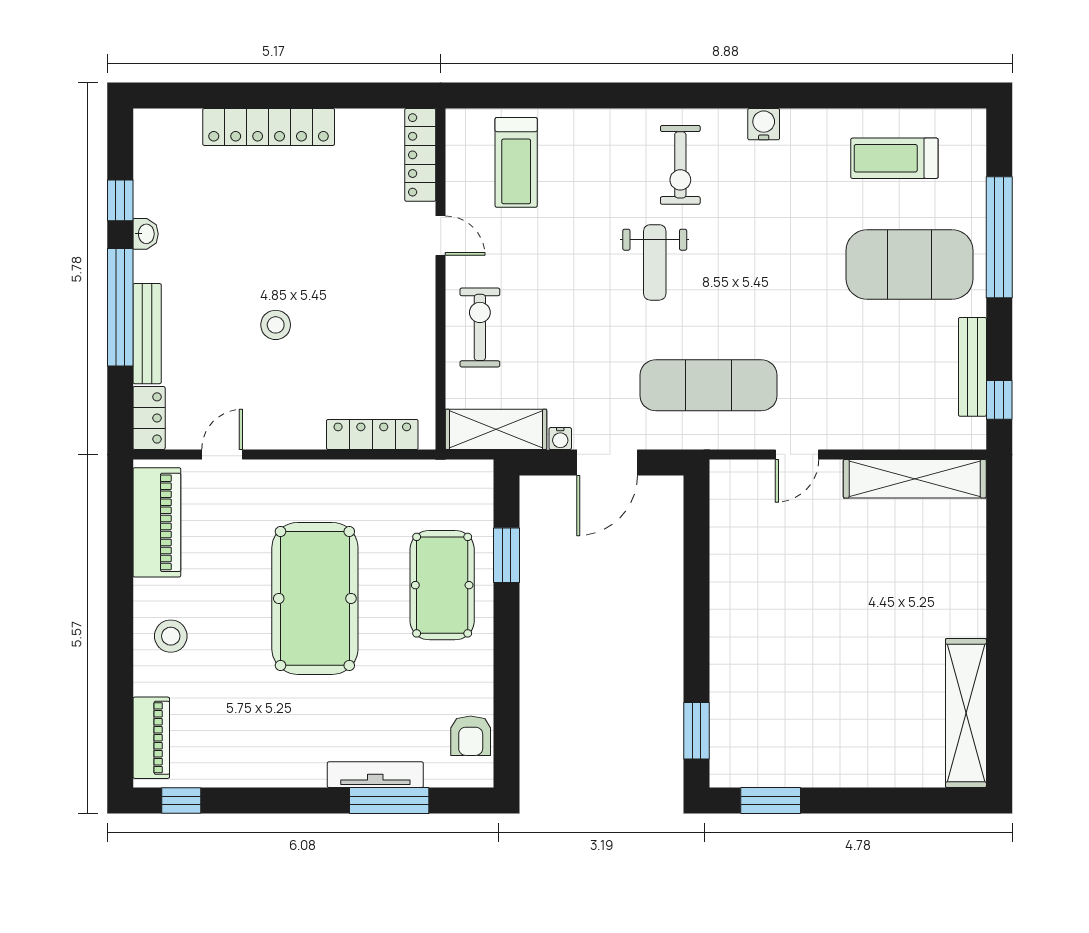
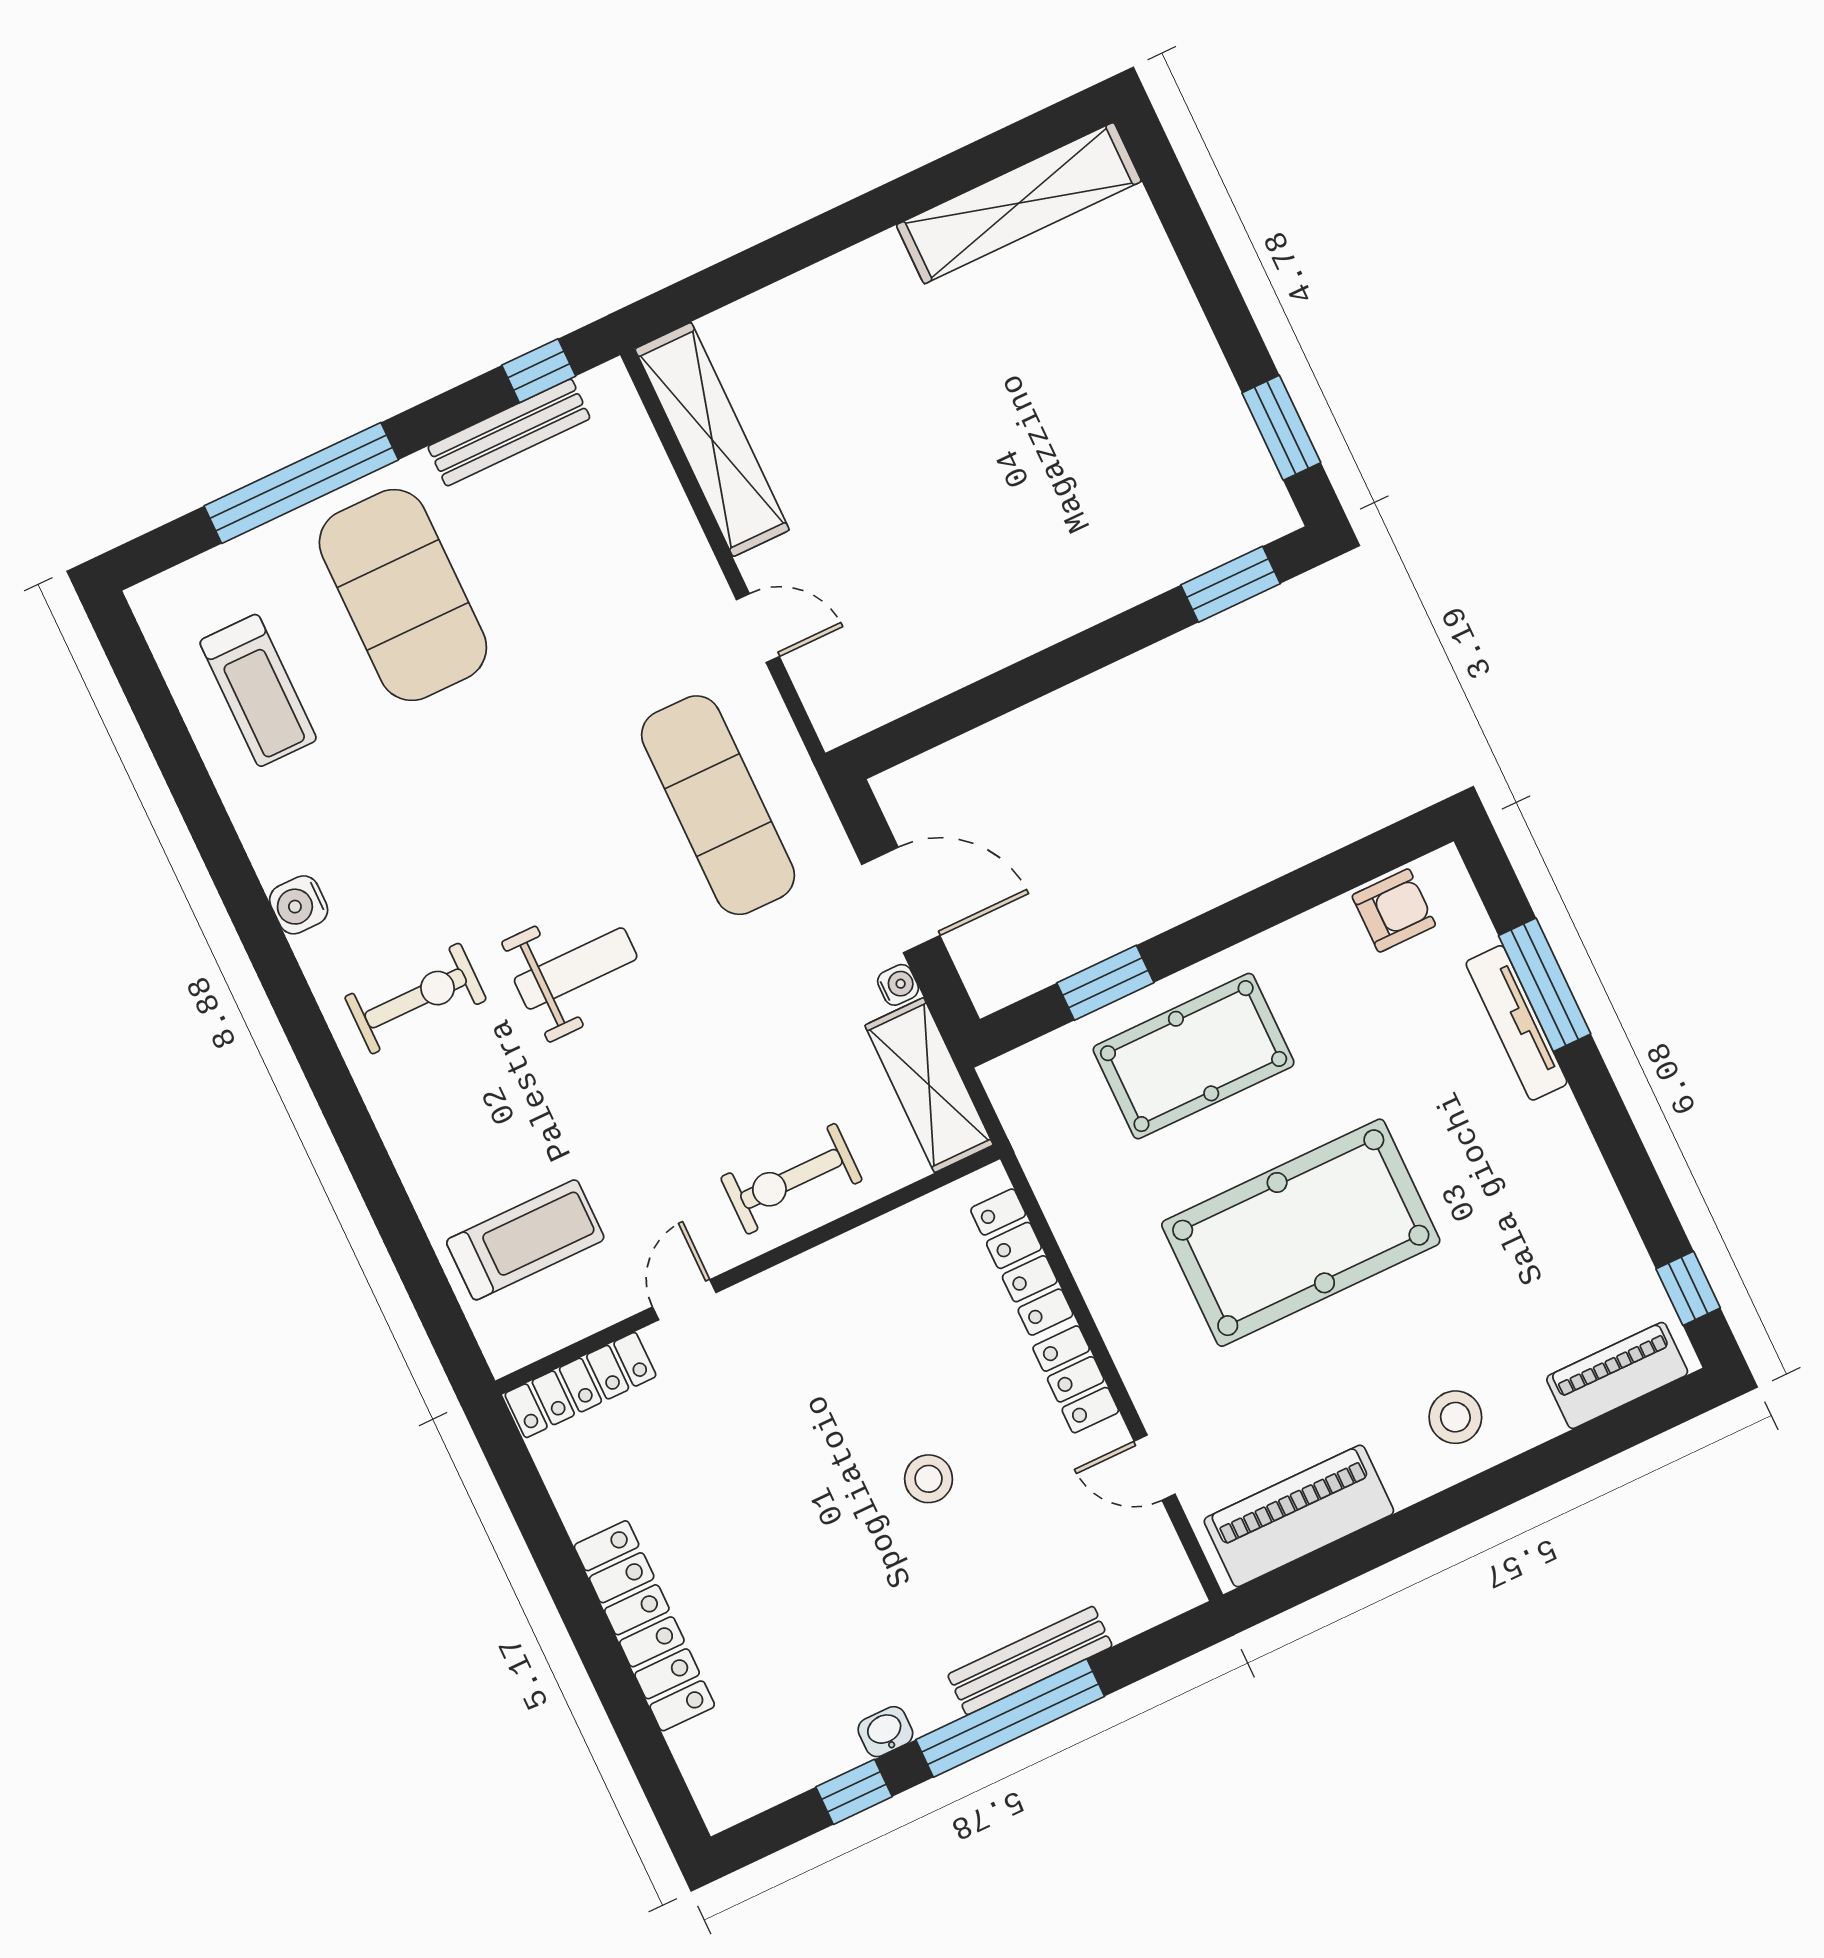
locker: (149, 418) -> (1076, 1379), moved, turned -90

